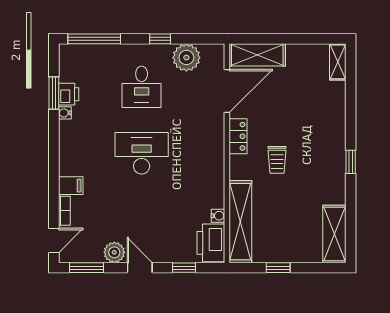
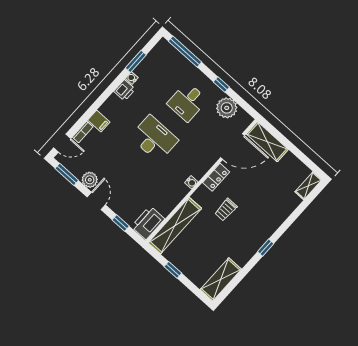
printer: (69, 94) -> (124, 90), moved
water cooler: (218, 216) -> (191, 182), moved

